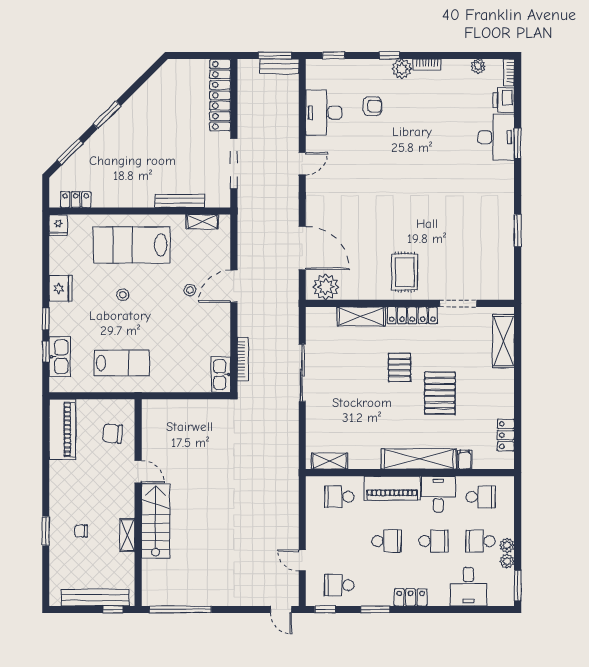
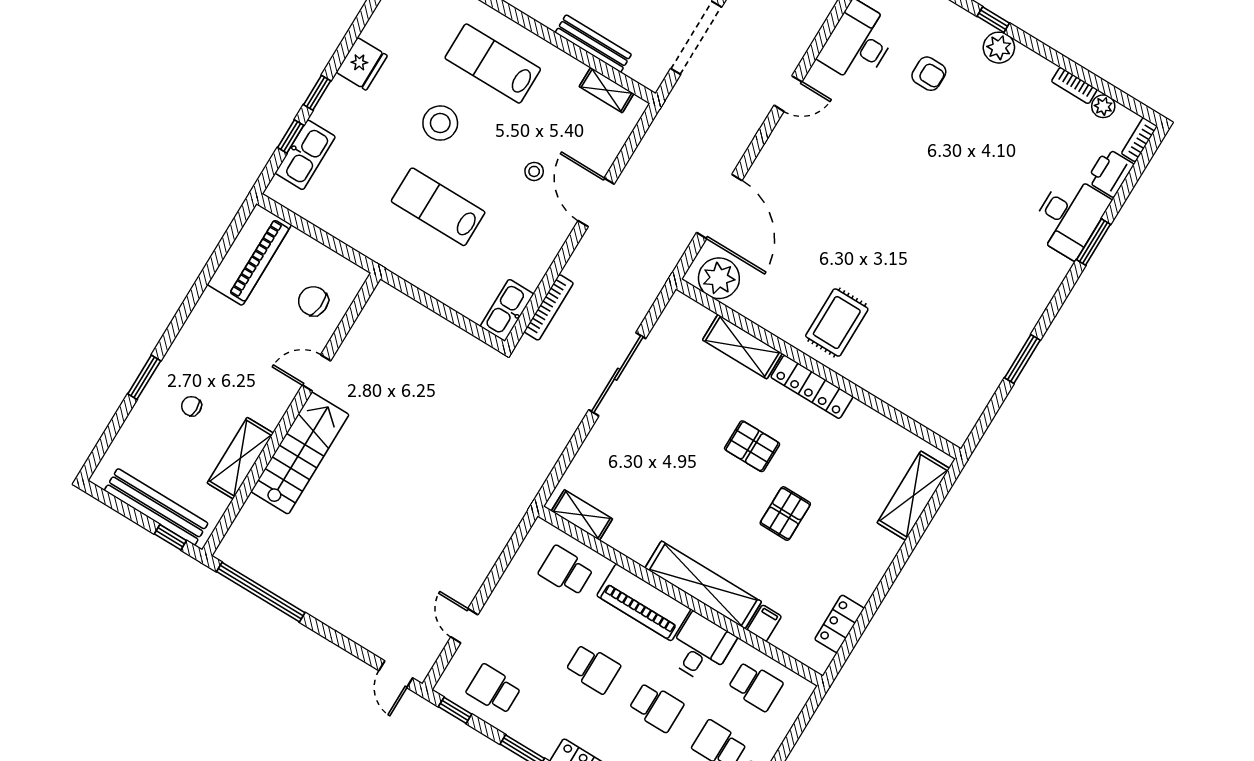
bookcase: (427, 64) -> (1074, 86), moved
lab bench: (132, 245) -> (493, 64), width x0.73, depth x0.72
door: (234, 286) -> (596, 202), hinge flipped
stool: (123, 295) -> (440, 123), width x1.89, depth x1.89
doorway: (458, 303) -> (883, 408), removed
lab bench: (122, 363) -> (438, 207), moved, turned 180
pallet: (399, 367) -> (752, 446), turned 90
pallet: (440, 393) -> (785, 514), width x0.67, depth x0.71
door: (138, 472) -> (316, 373), swing flipped
shelving: (127, 535) -> (240, 458), width x1.50, depth x1.33

